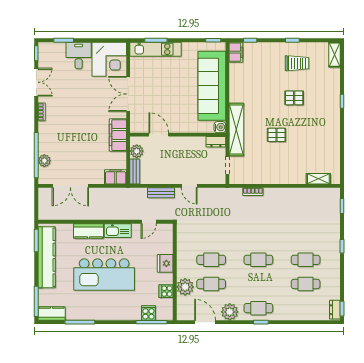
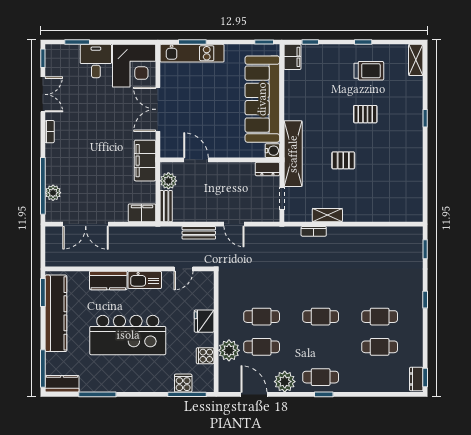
shelving: (318, 179) -> (327, 215), moved

